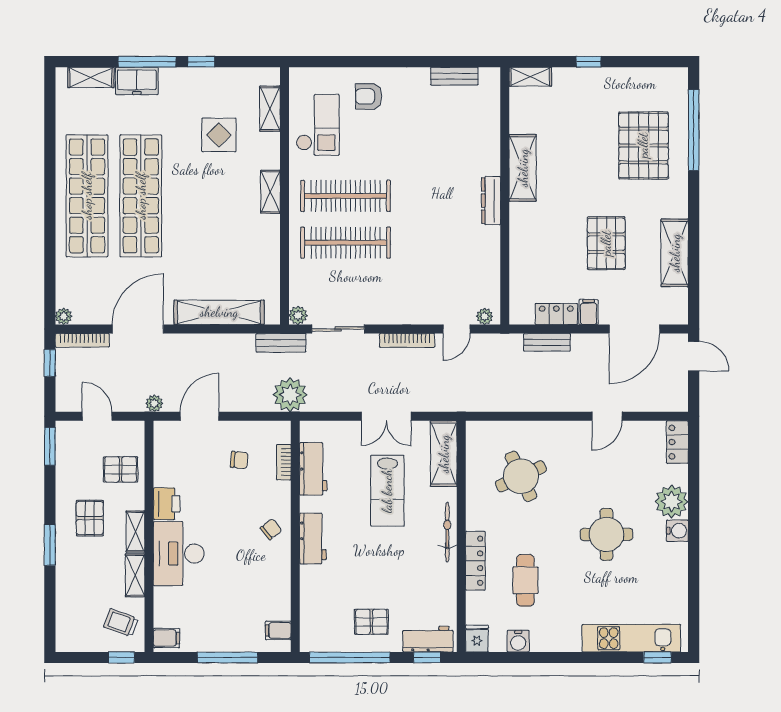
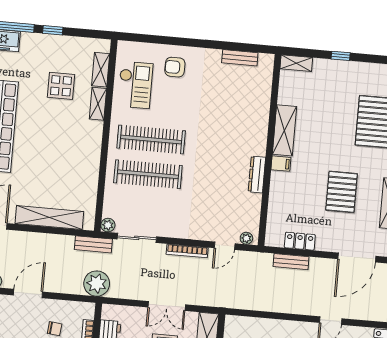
shelving: (270, 192) -> (98, 104), moved
dresser: (491, 201) -> (257, 174), moved
filing cabinet: (589, 312) -> (281, 164), moved, turned 90

